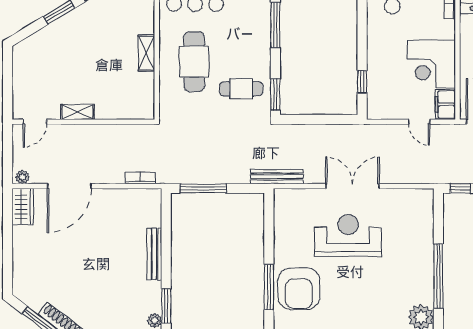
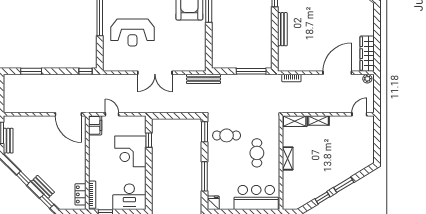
cafe table: (194, 62) -> (257, 153), width x0.73, depth x0.74
corner desk: (431, 64) -> (130, 151), moved, turned 180
shelving: (136, 111) -> (295, 121), added
shelving: (78, 112) -> (318, 121), moved
wardrobe: (23, 207) -> (367, 54), width x1.50
reception desk: (348, 235) -> (132, 33), moved

